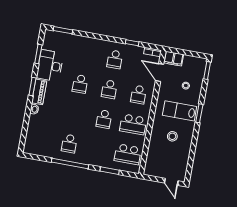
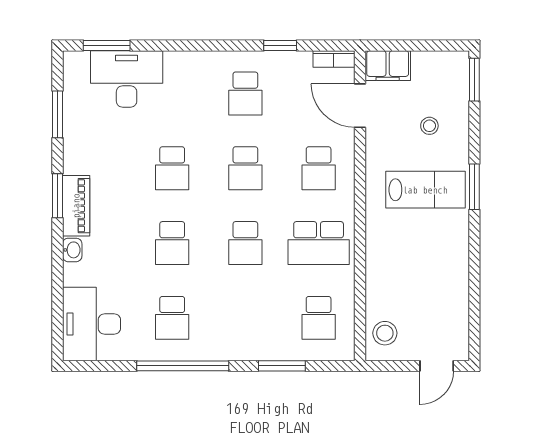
desk: (50, 66) -> (127, 79), moved, turned 90
lab bench: (180, 111) -> (425, 190), turned 180
school desk: (75, 114) -> (172, 243), added
stool: (172, 136) -> (385, 333), moved
desk: (37, 140) -> (91, 324), added
school desk: (128, 154) -> (319, 318), width x0.54
door: (171, 182) -> (437, 366), hinge flipped

